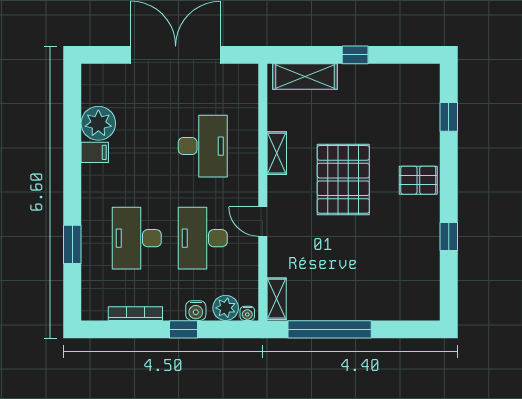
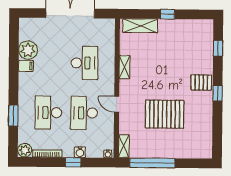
pallet: (343, 179) -> (165, 114), moved, turned 90
window: (449, 236) -> (218, 93), moved
plant: (226, 308) -> (25, 150), moved

